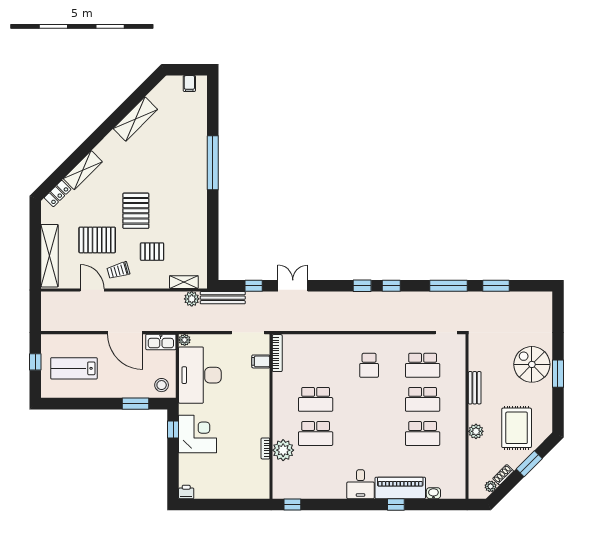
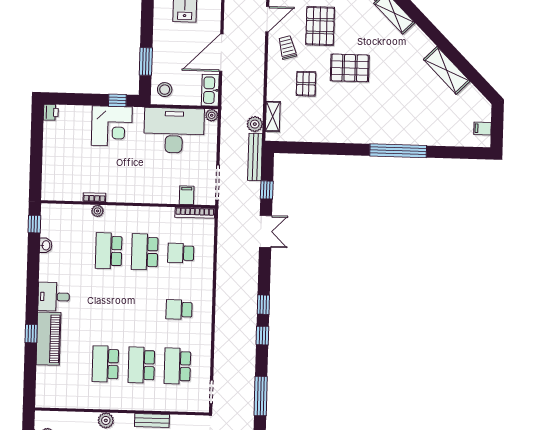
school desk: (316, 365) -> (181, 253), added
plant: (283, 450) -> (97, 211), width x0.53, depth x0.53
washbasin: (433, 493) -> (46, 245), moved

